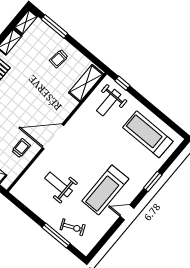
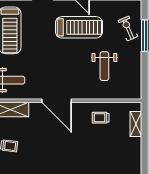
door: (53, 137) -> (57, 101), moved

